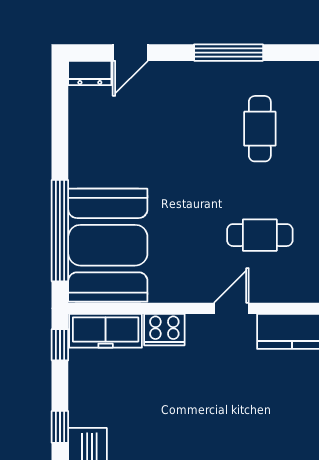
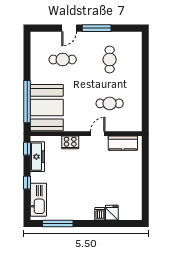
door: (130, 53) -> (69, 28), moved
dresser: (90, 73) -> (39, 37), removed
cafe table: (146, 129) -> (63, 60), added
freezer: (106, 331) -> (37, 157), moved, turned -90

